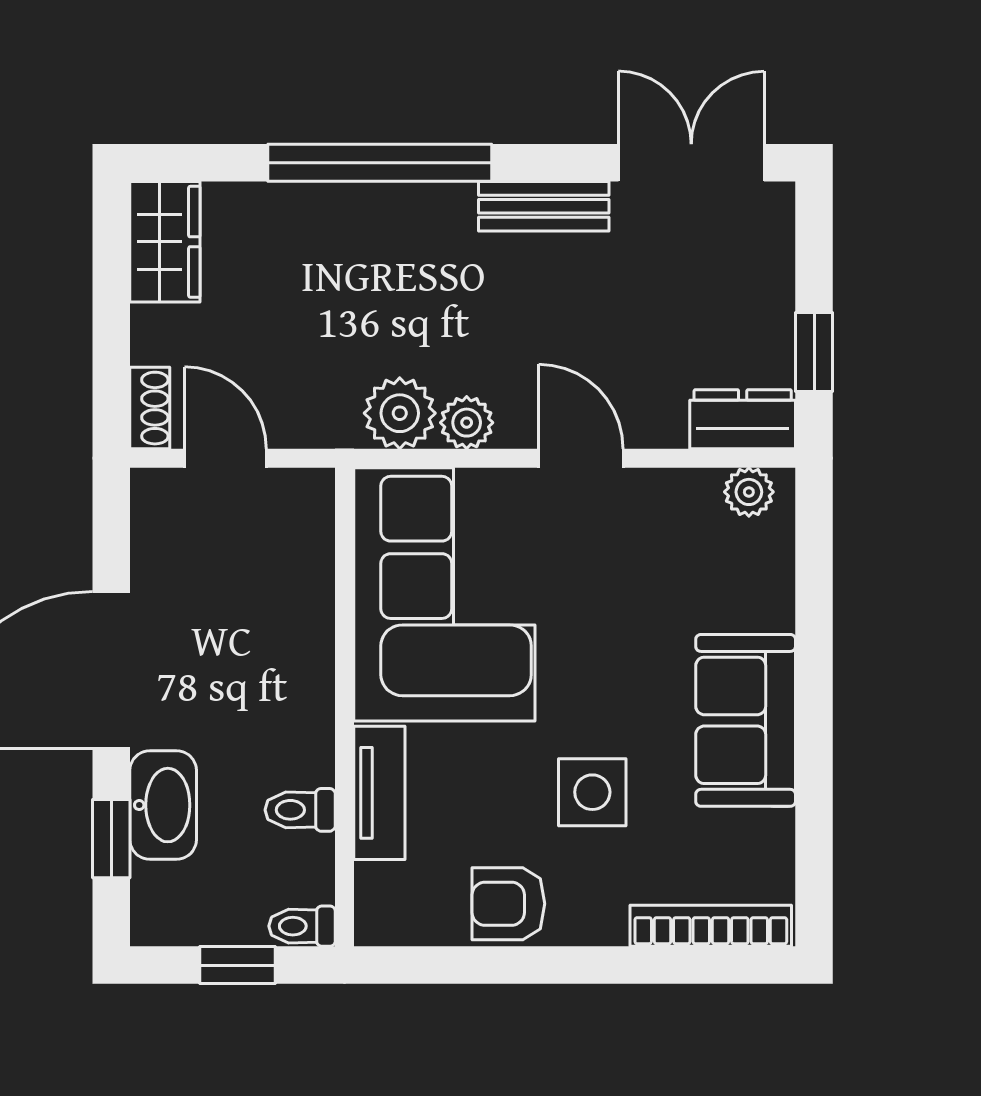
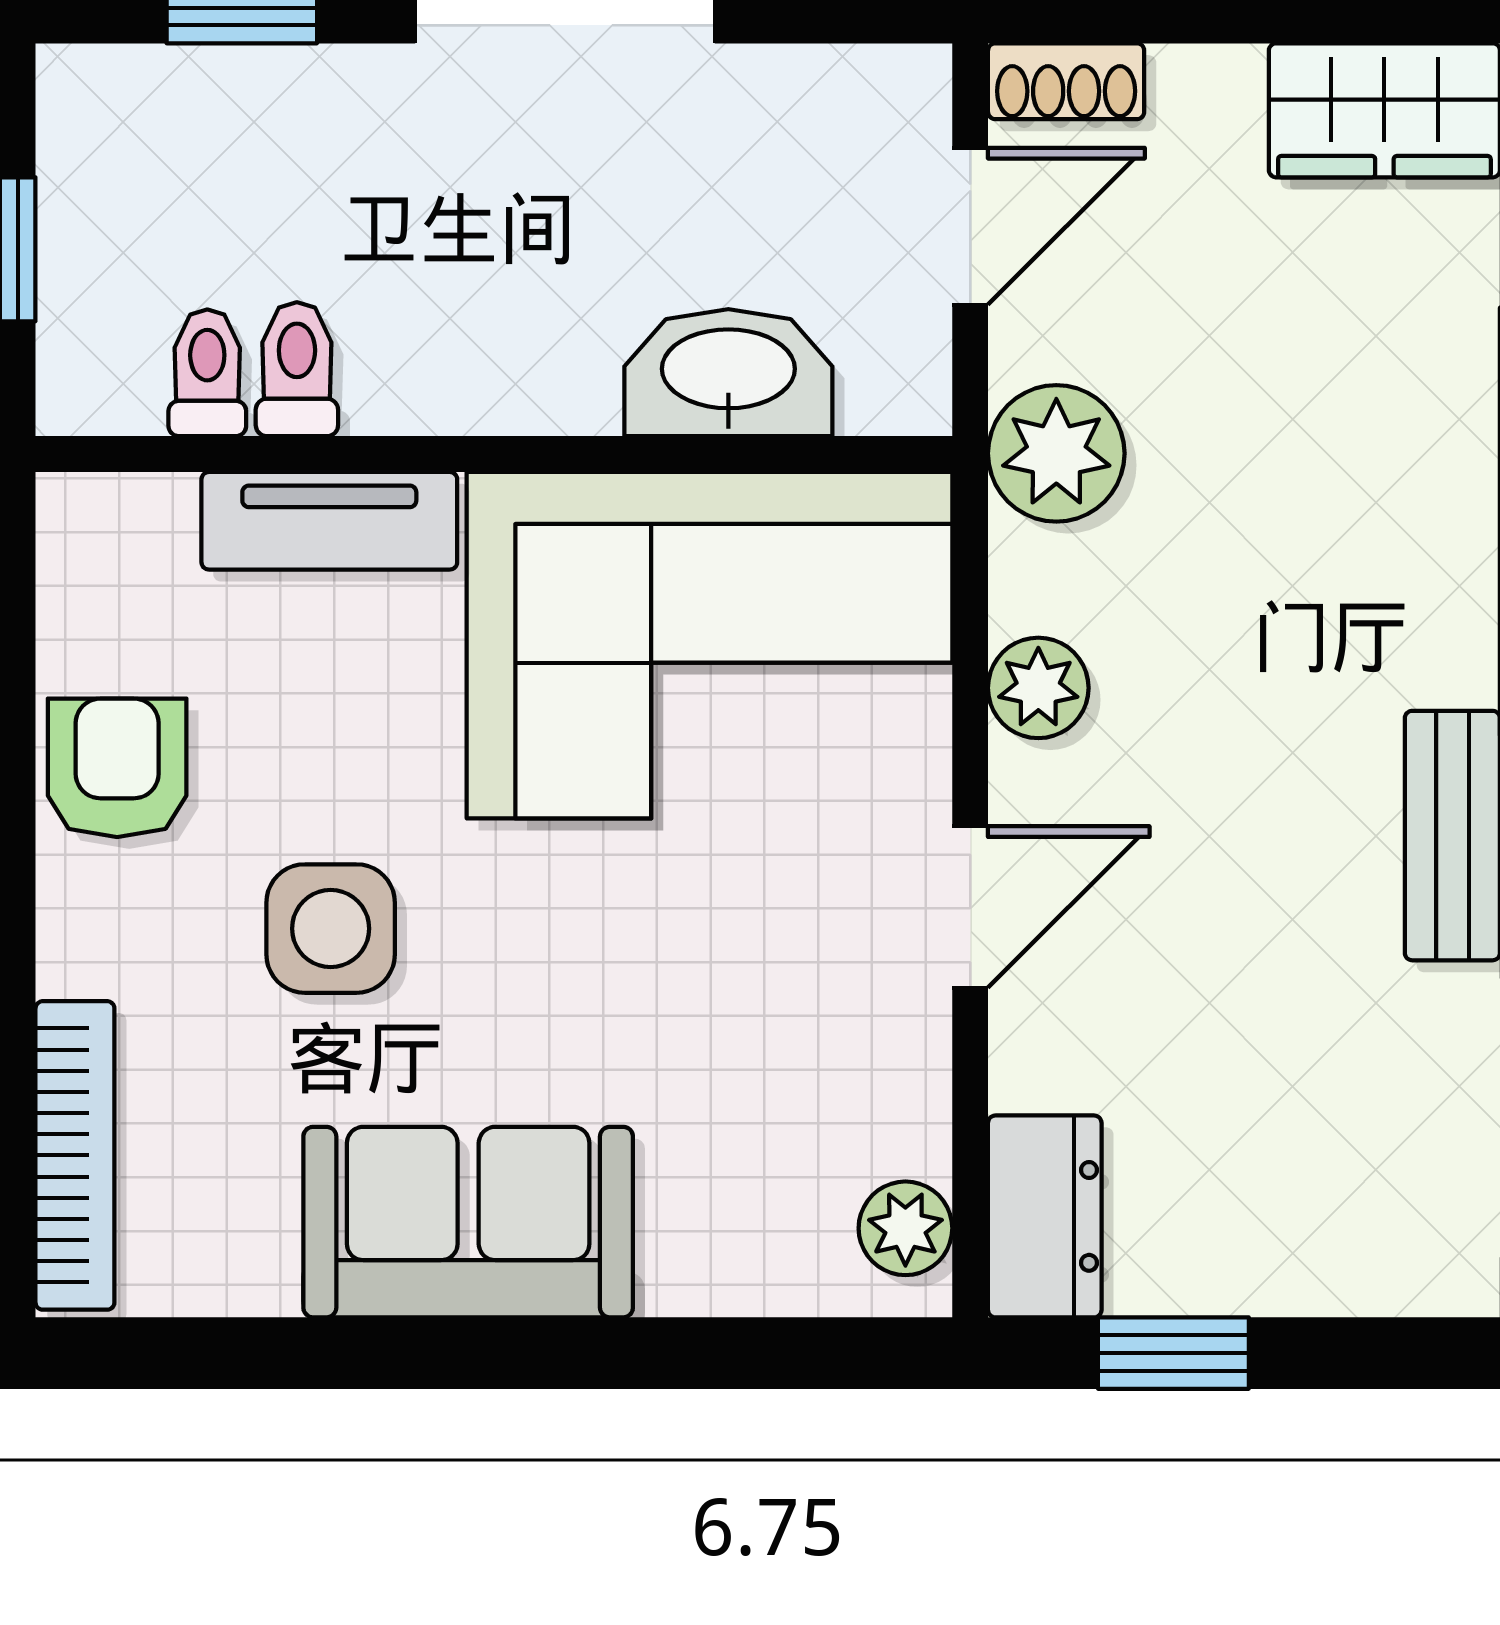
plant: (400, 413) -> (1056, 453), moved
washbasin: (163, 805) -> (728, 373), moved, turned 180
toilet: (302, 926) -> (207, 373), moved

